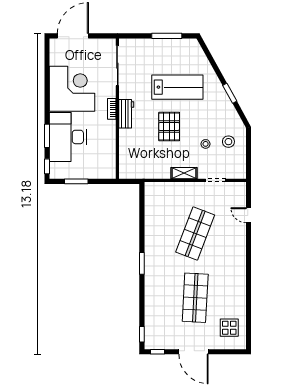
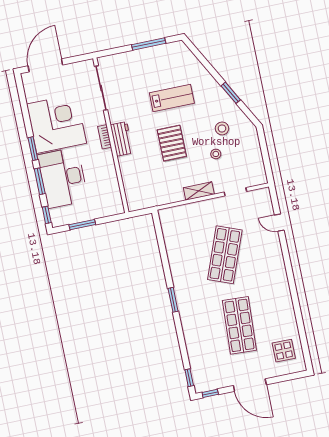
lab bench: (177, 87) -> (172, 98), width x0.73, depth x0.72
window: (47, 106) -> (33, 149), added
stool: (228, 142) -> (222, 128), moved

